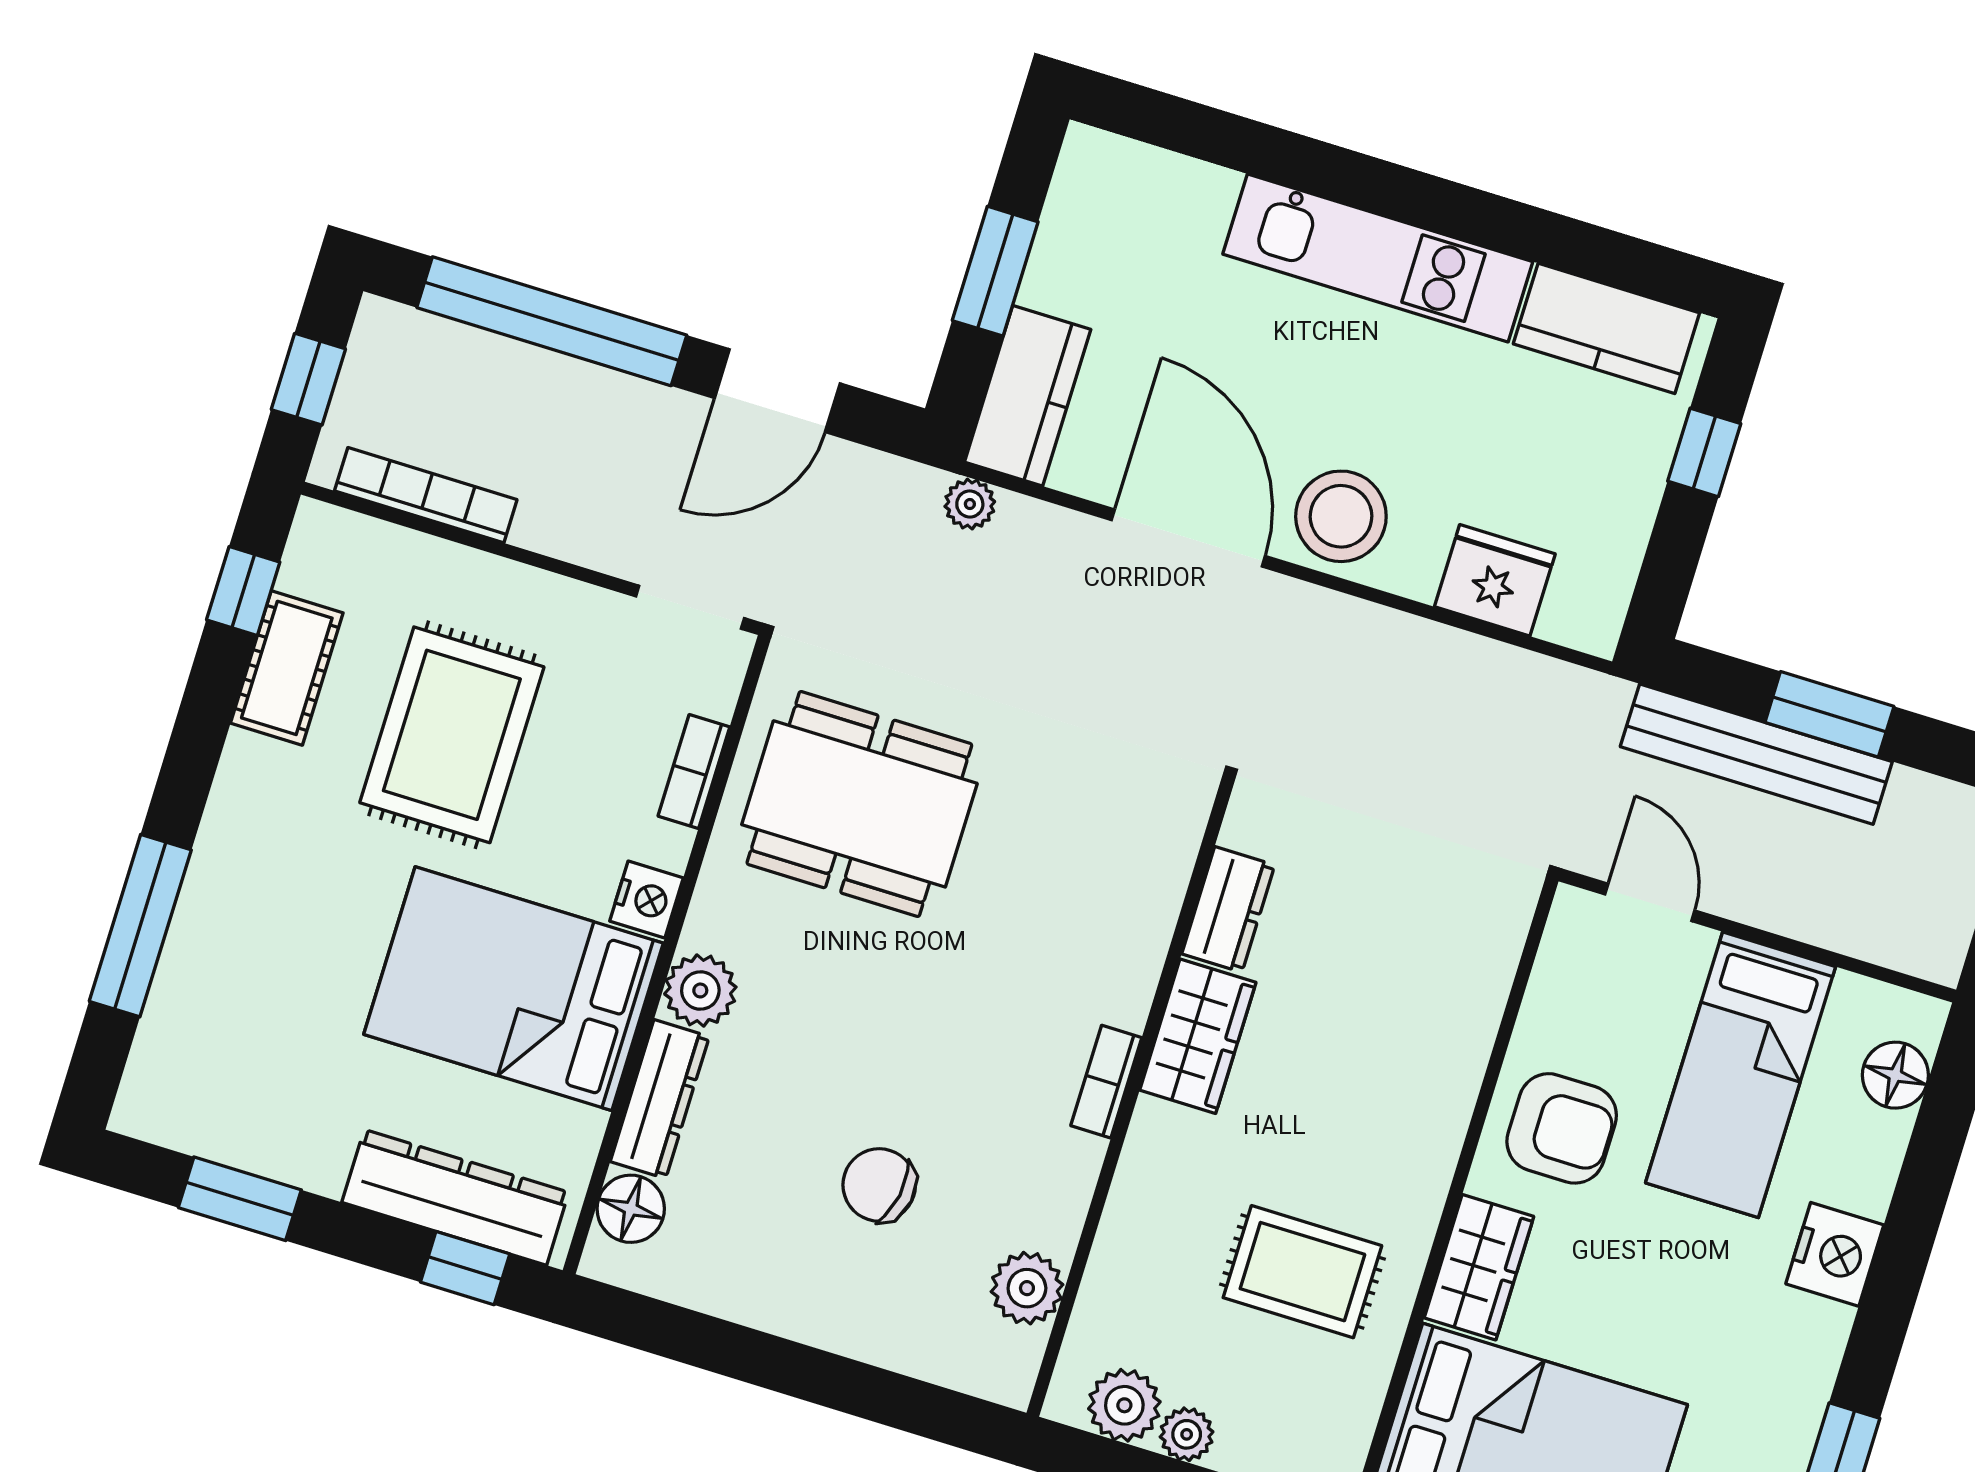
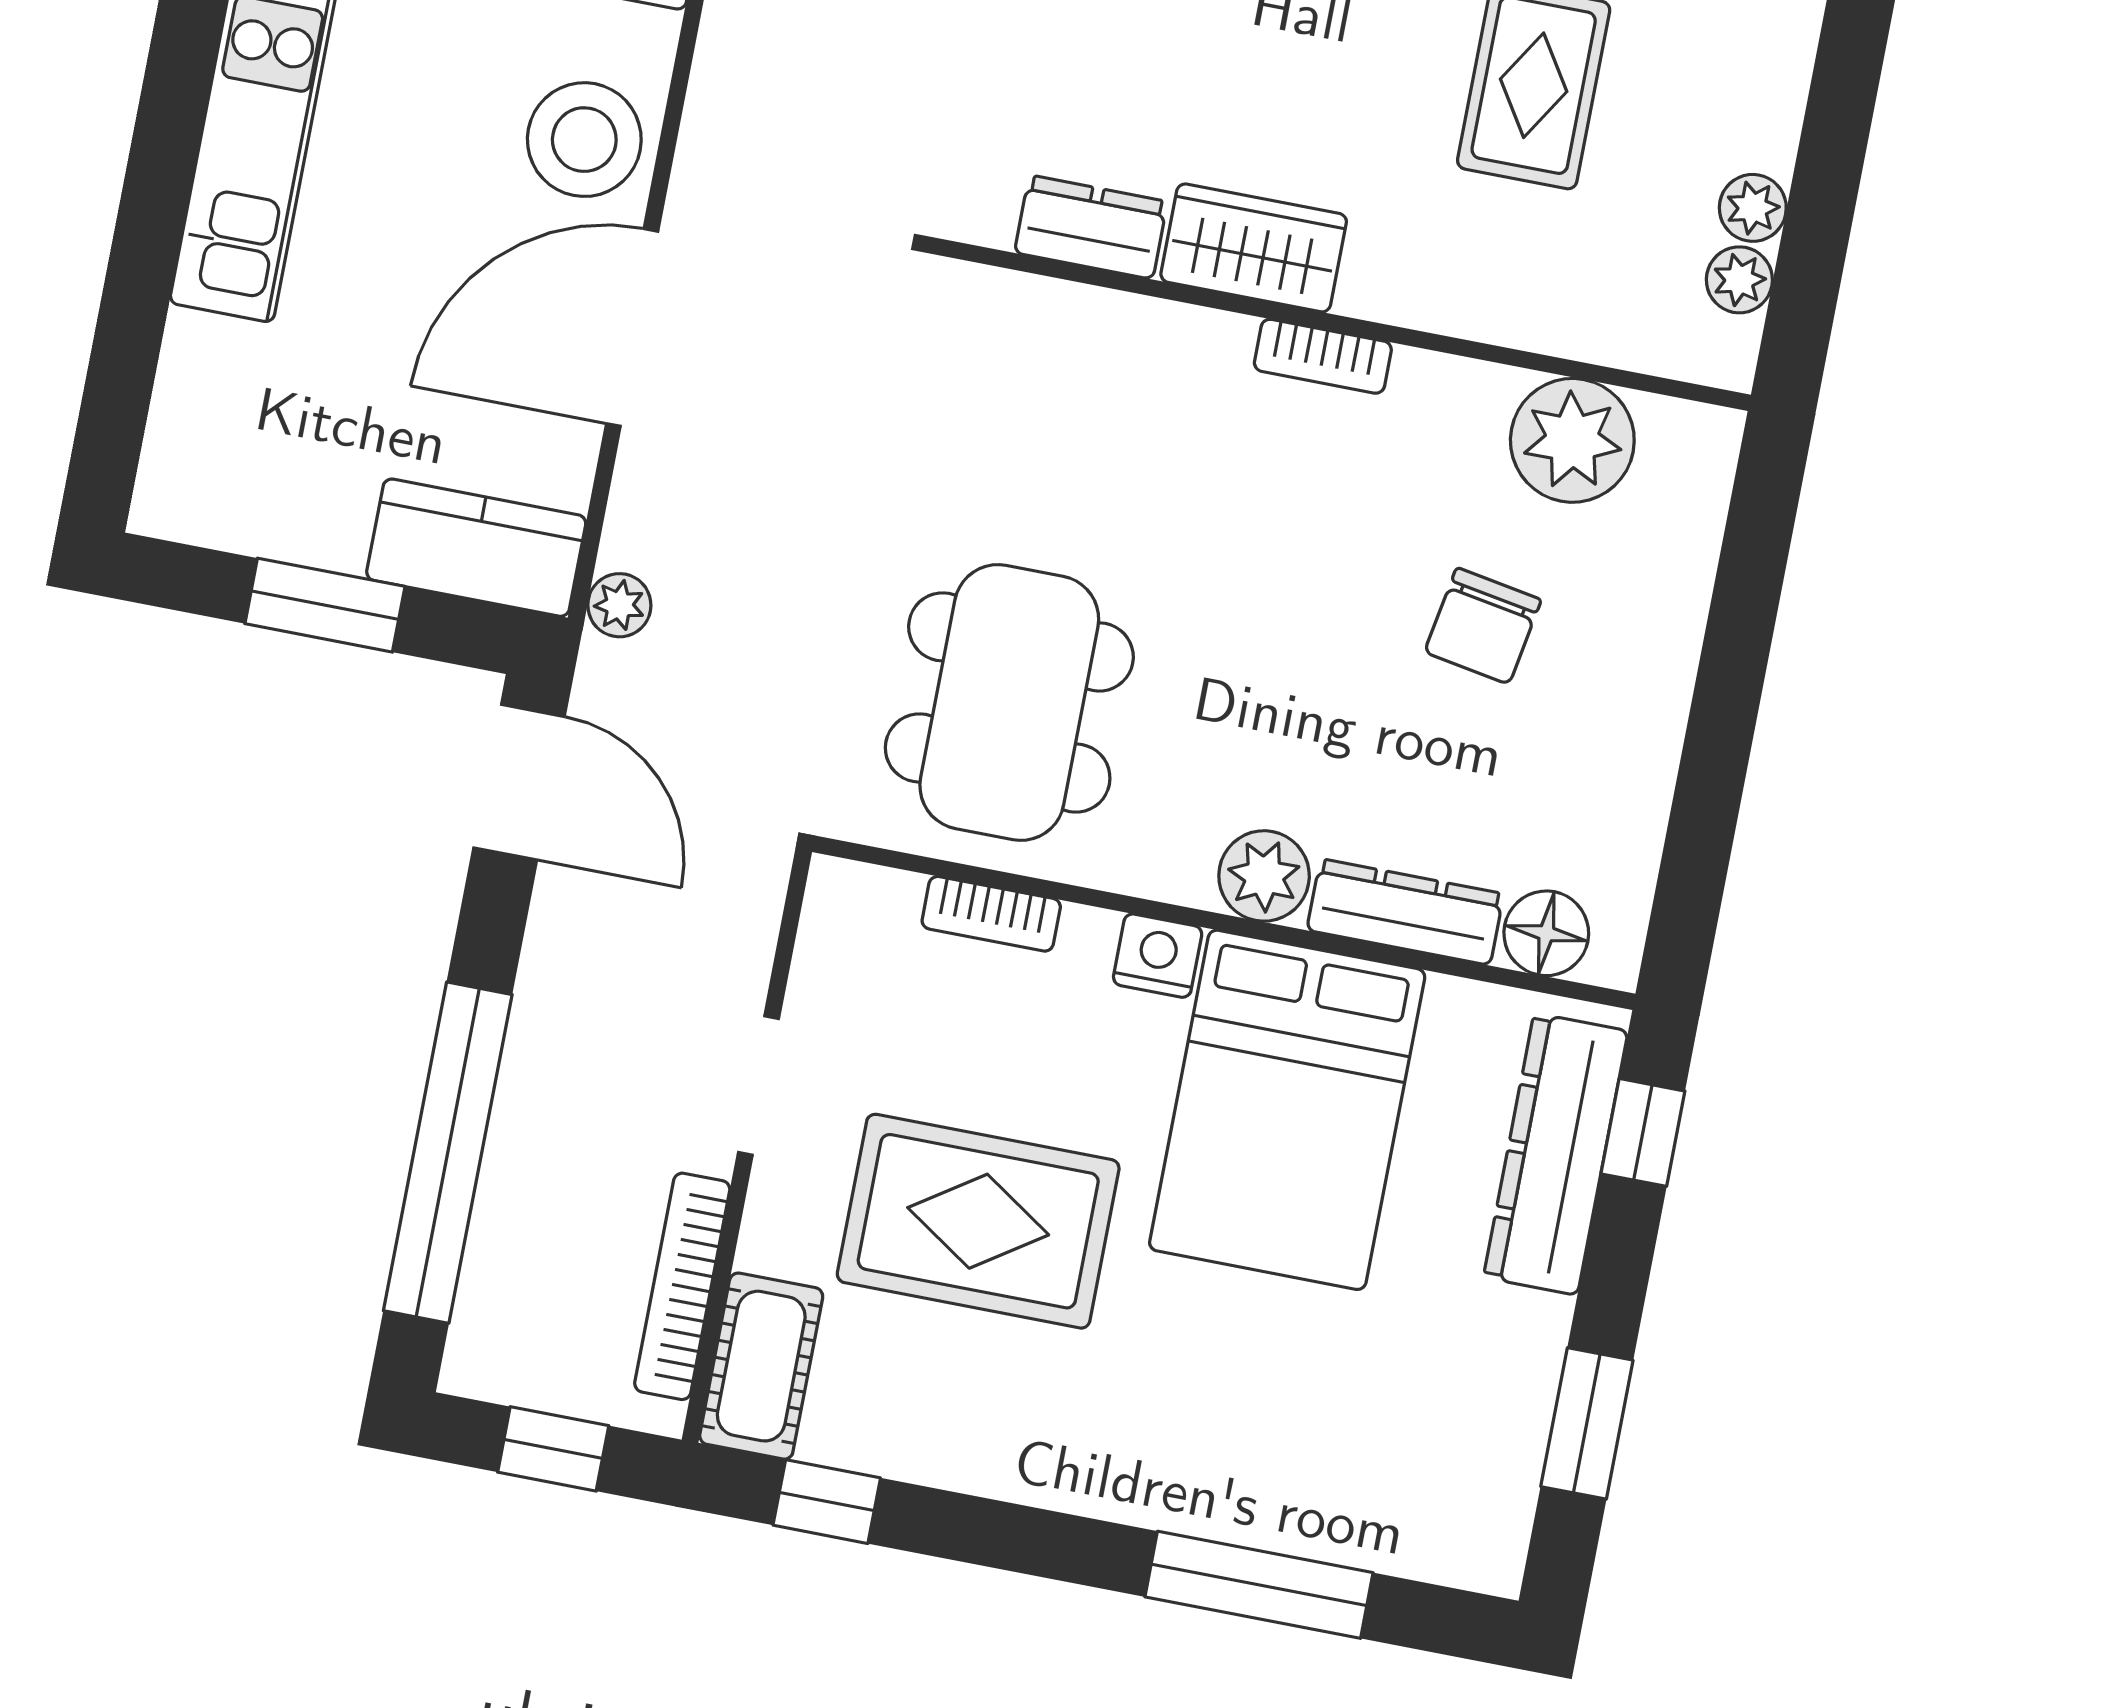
door: (777, 391) -> (519, 782), moved
doorway: (690, 607) -> (758, 1085), moved
cot: (287, 668) -> (761, 1366), moved, turned 90
plant: (1027, 1288) -> (1572, 440), width x1.36, depth x1.36
plant: (1124, 1405) -> (1739, 280), width x0.73, depth x0.73

